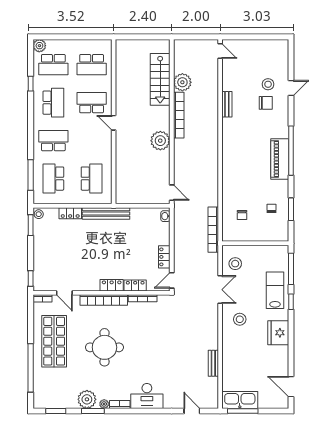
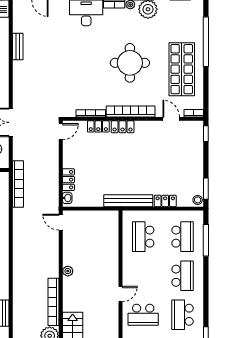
door: (114, 123) -> (120, 294), hinge flipped
school desk: (53, 141) -> (183, 276), turned -90
plant: (160, 141) -> (68, 271), width x0.53, depth x0.53
locker: (164, 257) -> (68, 180), moved

